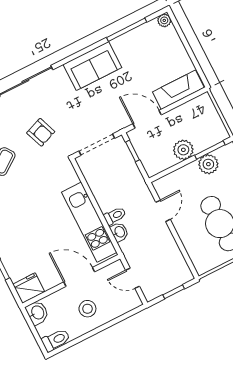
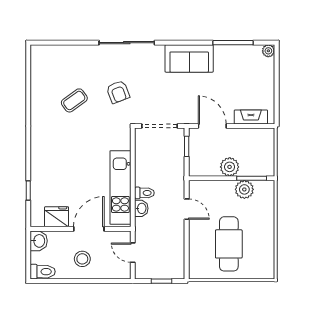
fireplace: (178, 90) -> (251, 117), width x0.73, depth x0.76
door: (163, 211) -> (187, 209), hinge flipped
door: (79, 277) -> (89, 229), hinge flipped
fridge: (29, 288) -> (57, 217), moved

